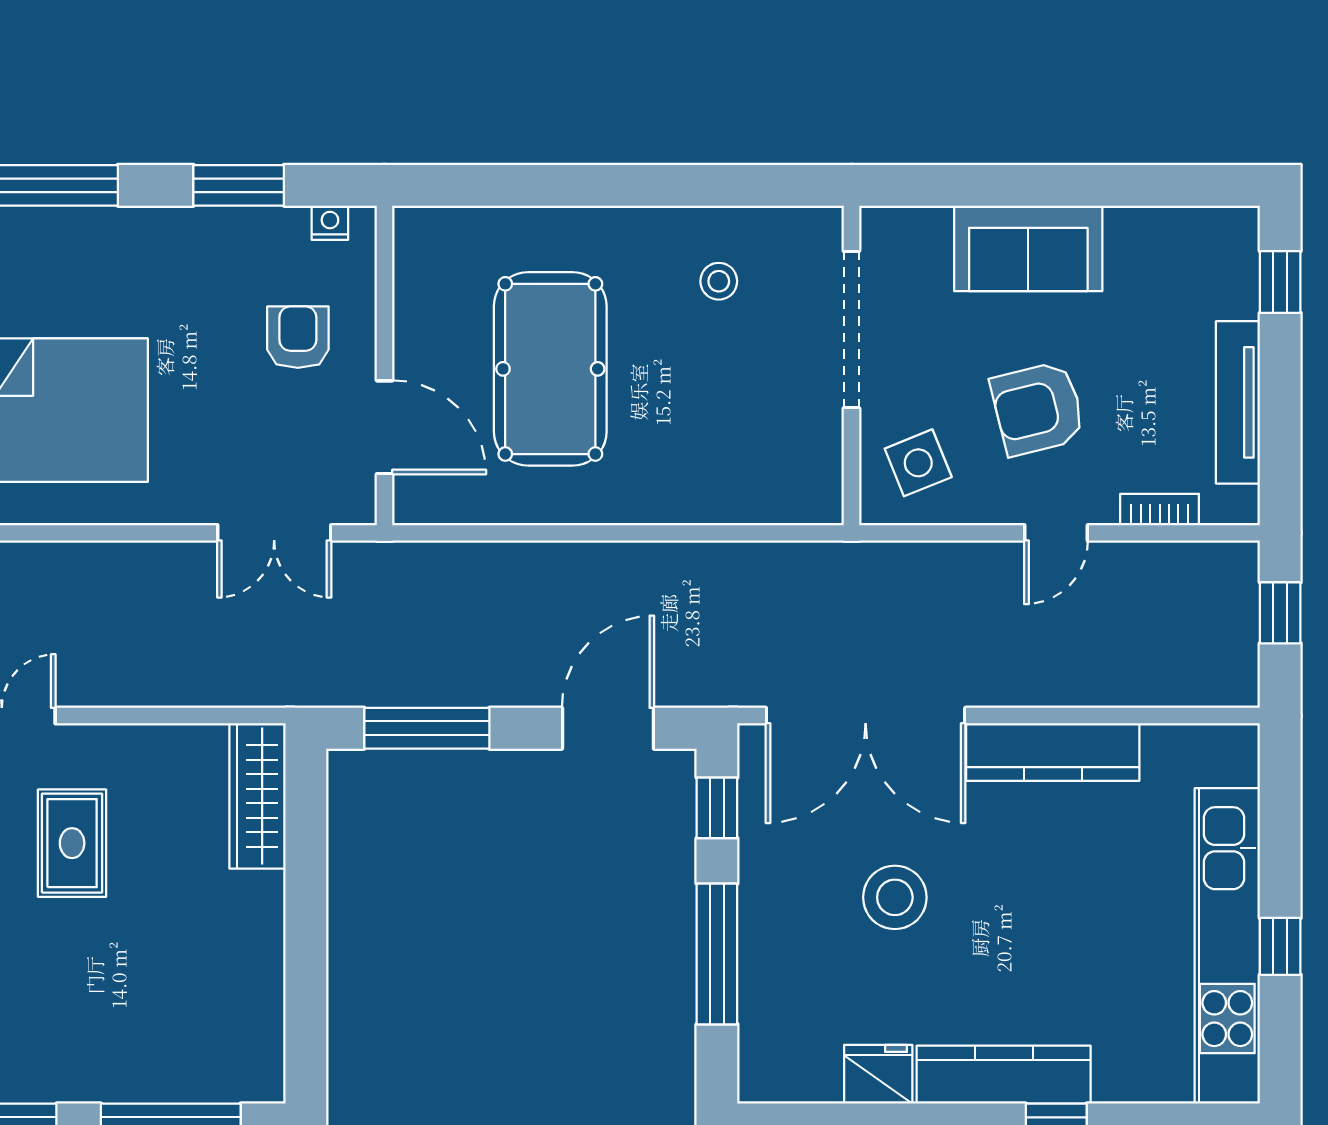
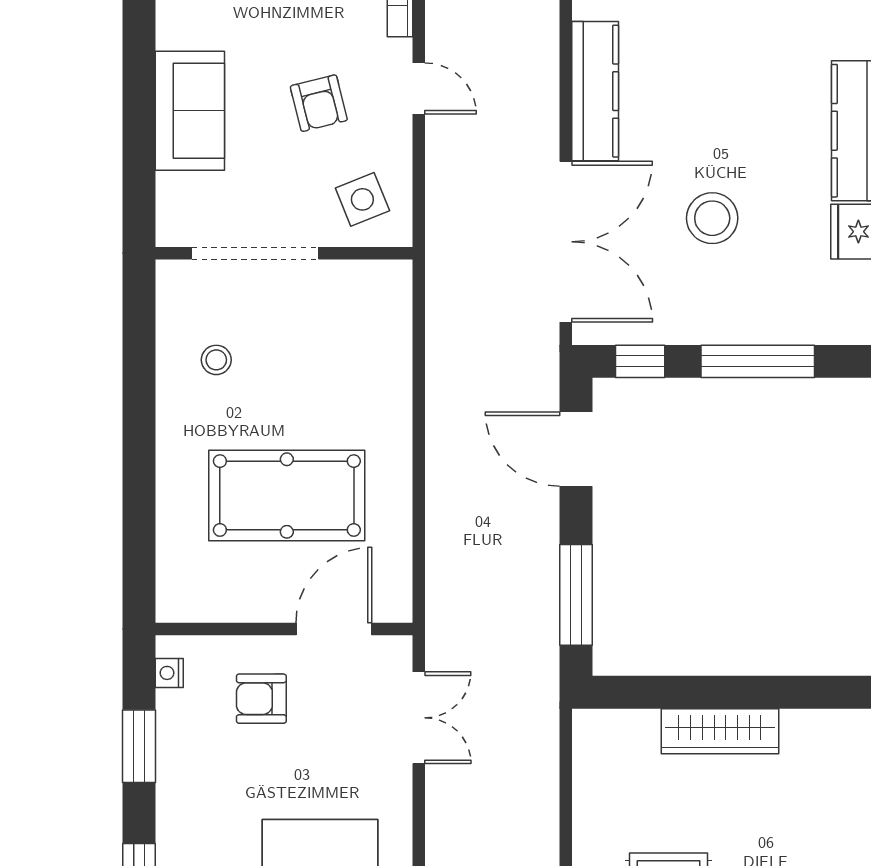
armchair: (1038, 409) -> (319, 103), width x0.72, depth x0.72
wardrobe: (258, 796) -> (720, 731), moved

